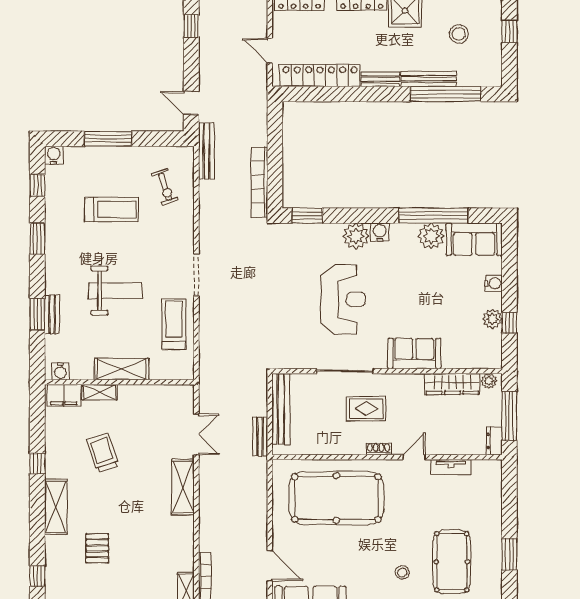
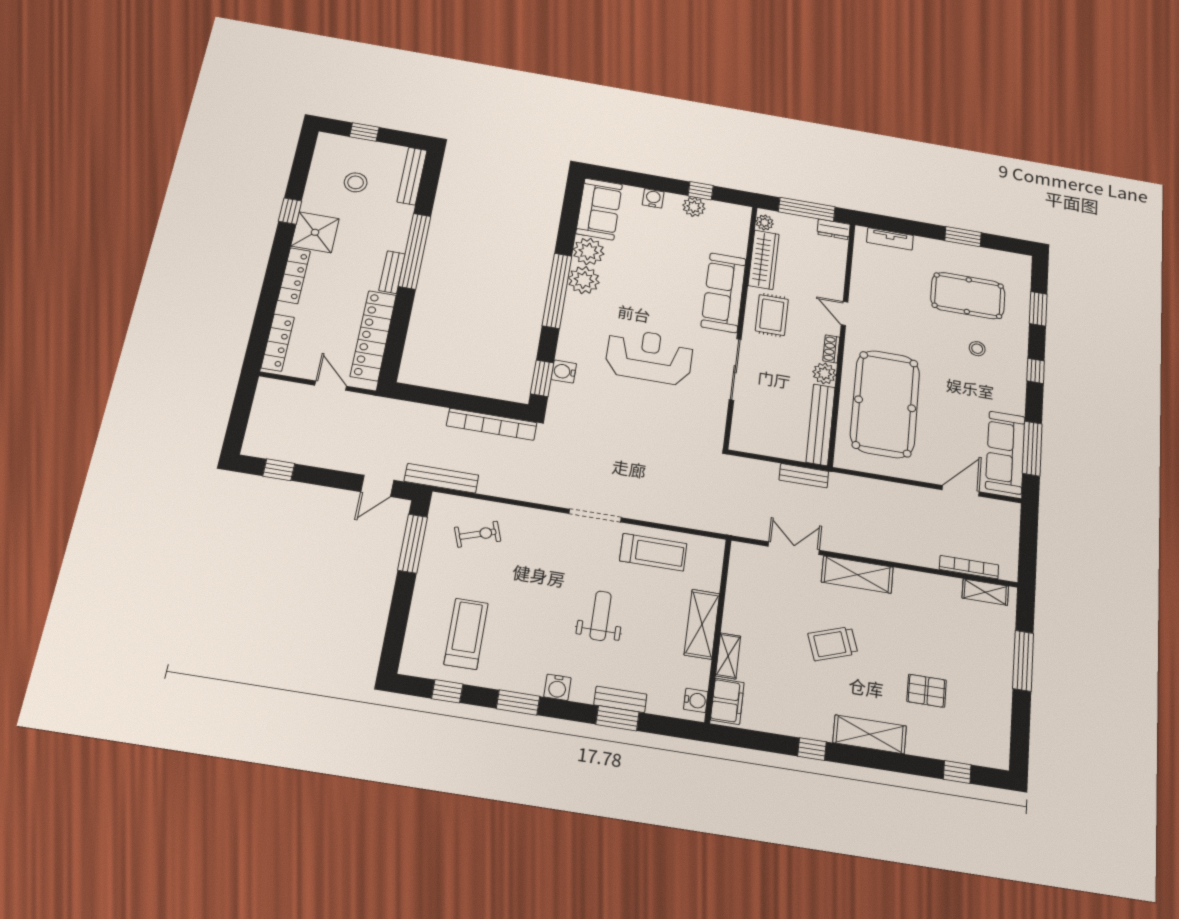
door: (270, 51) -> (331, 386), swing flipped
bench: (429, 79) -> (412, 176), moved
window: (446, 94) -> (415, 251), moved
window: (108, 139) -> (413, 544), moved
water cooler: (54, 155) -> (557, 687), moved, turned -90
treadmill: (112, 209) -> (466, 634), moved
window: (433, 216) -> (557, 291), moved
water cooler: (380, 232) -> (564, 372), moved
plant: (356, 236) -> (584, 280), moved
weight bench: (115, 290) -> (601, 616), width x0.73, depth x0.75
treadmill: (174, 324) -> (653, 552), turned 180
sofa: (414, 354) -> (724, 293), width x1.36
bench: (281, 409) -> (821, 425), moved, turned 90
rug: (366, 409) -> (772, 315), moved
plant: (355, 445) -> (824, 373), added
trolley: (103, 453) -> (833, 644), moved
tv unit: (451, 467) -> (890, 239), moved, turned 90

